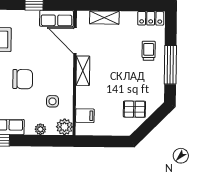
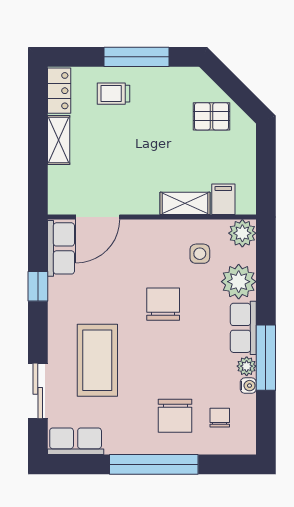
shelving: (104, 18) -> (59, 140), moved
shelving: (83, 71) -> (185, 203), moved
pallet: (134, 109) -> (211, 116), turned 90
plant: (40, 129) -> (239, 282), width x1.87, depth x1.87

